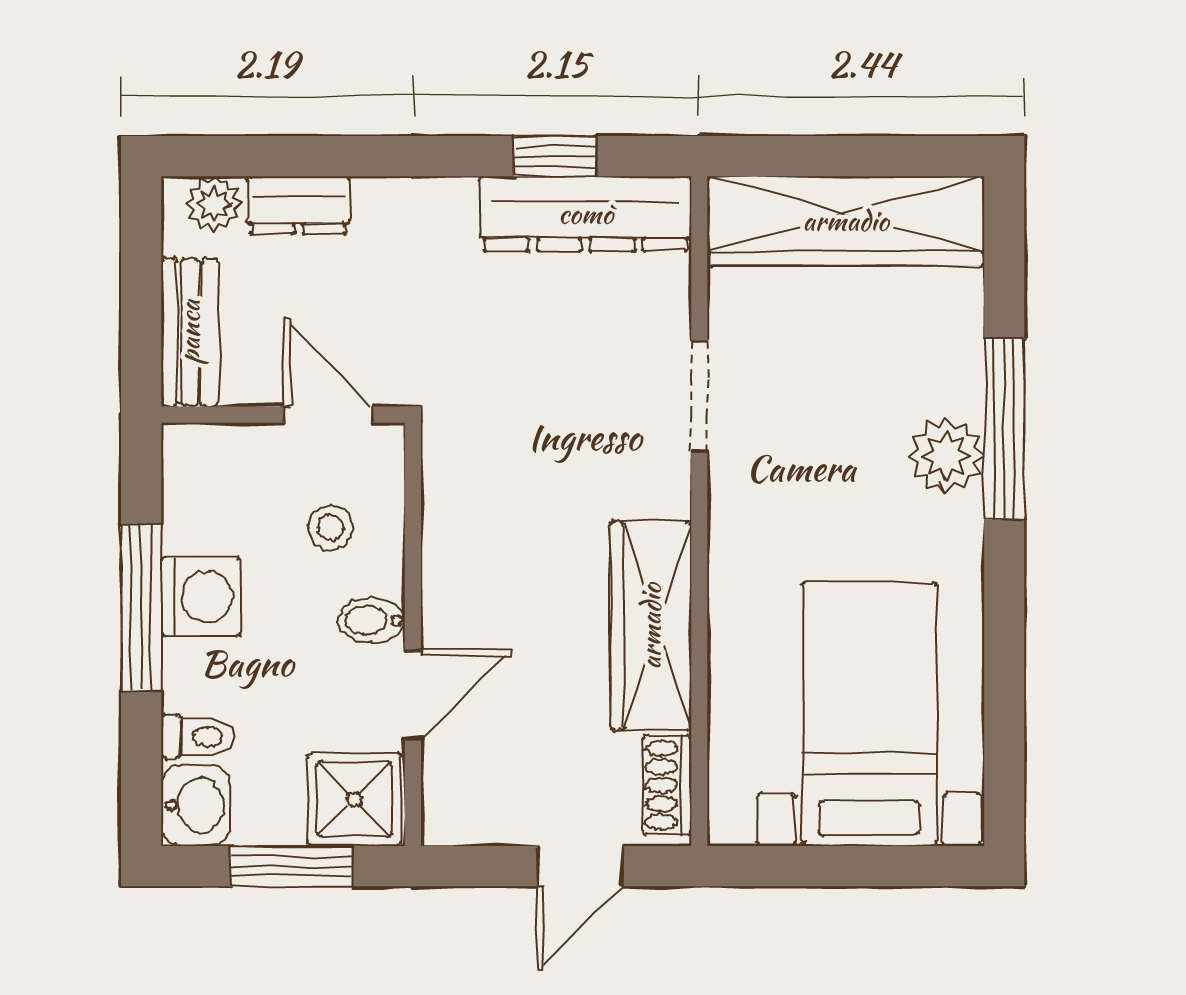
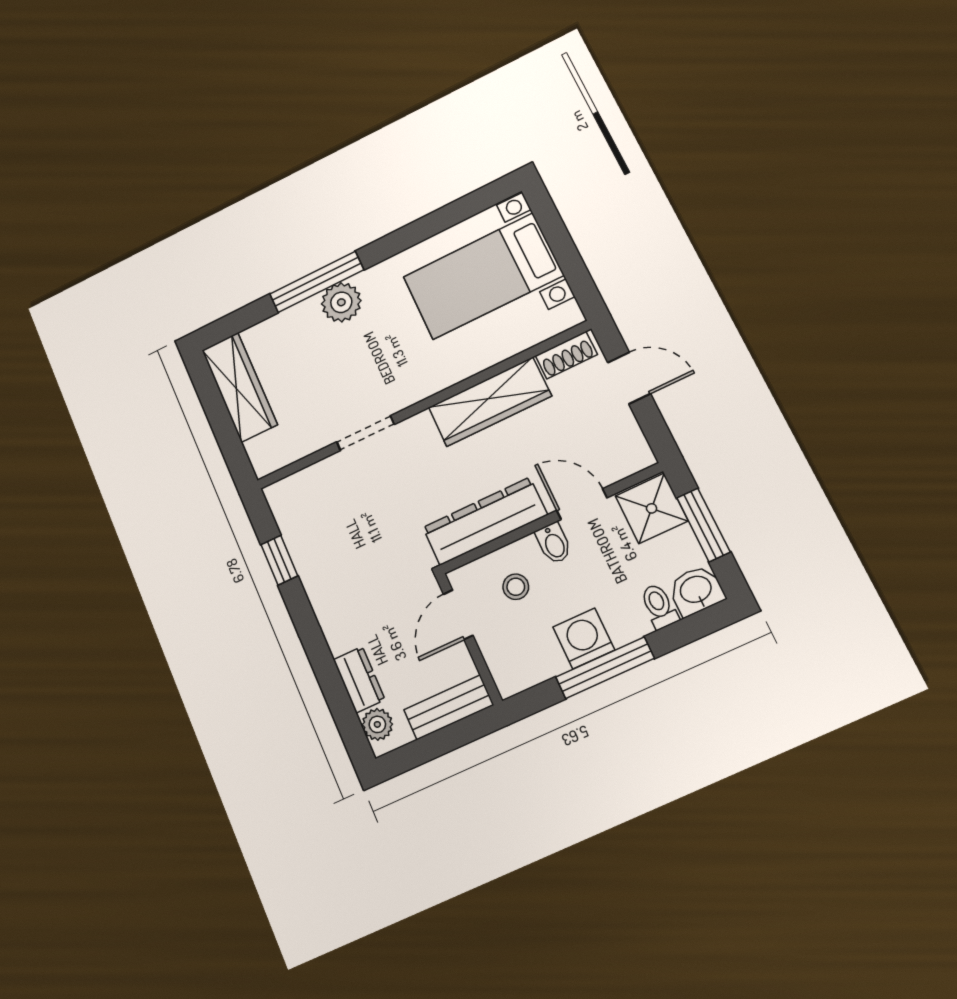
dresser: (586, 214) -> (485, 521), moved, turned -90
wardrobe: (846, 221) -> (239, 387), width x0.71, depth x0.85

